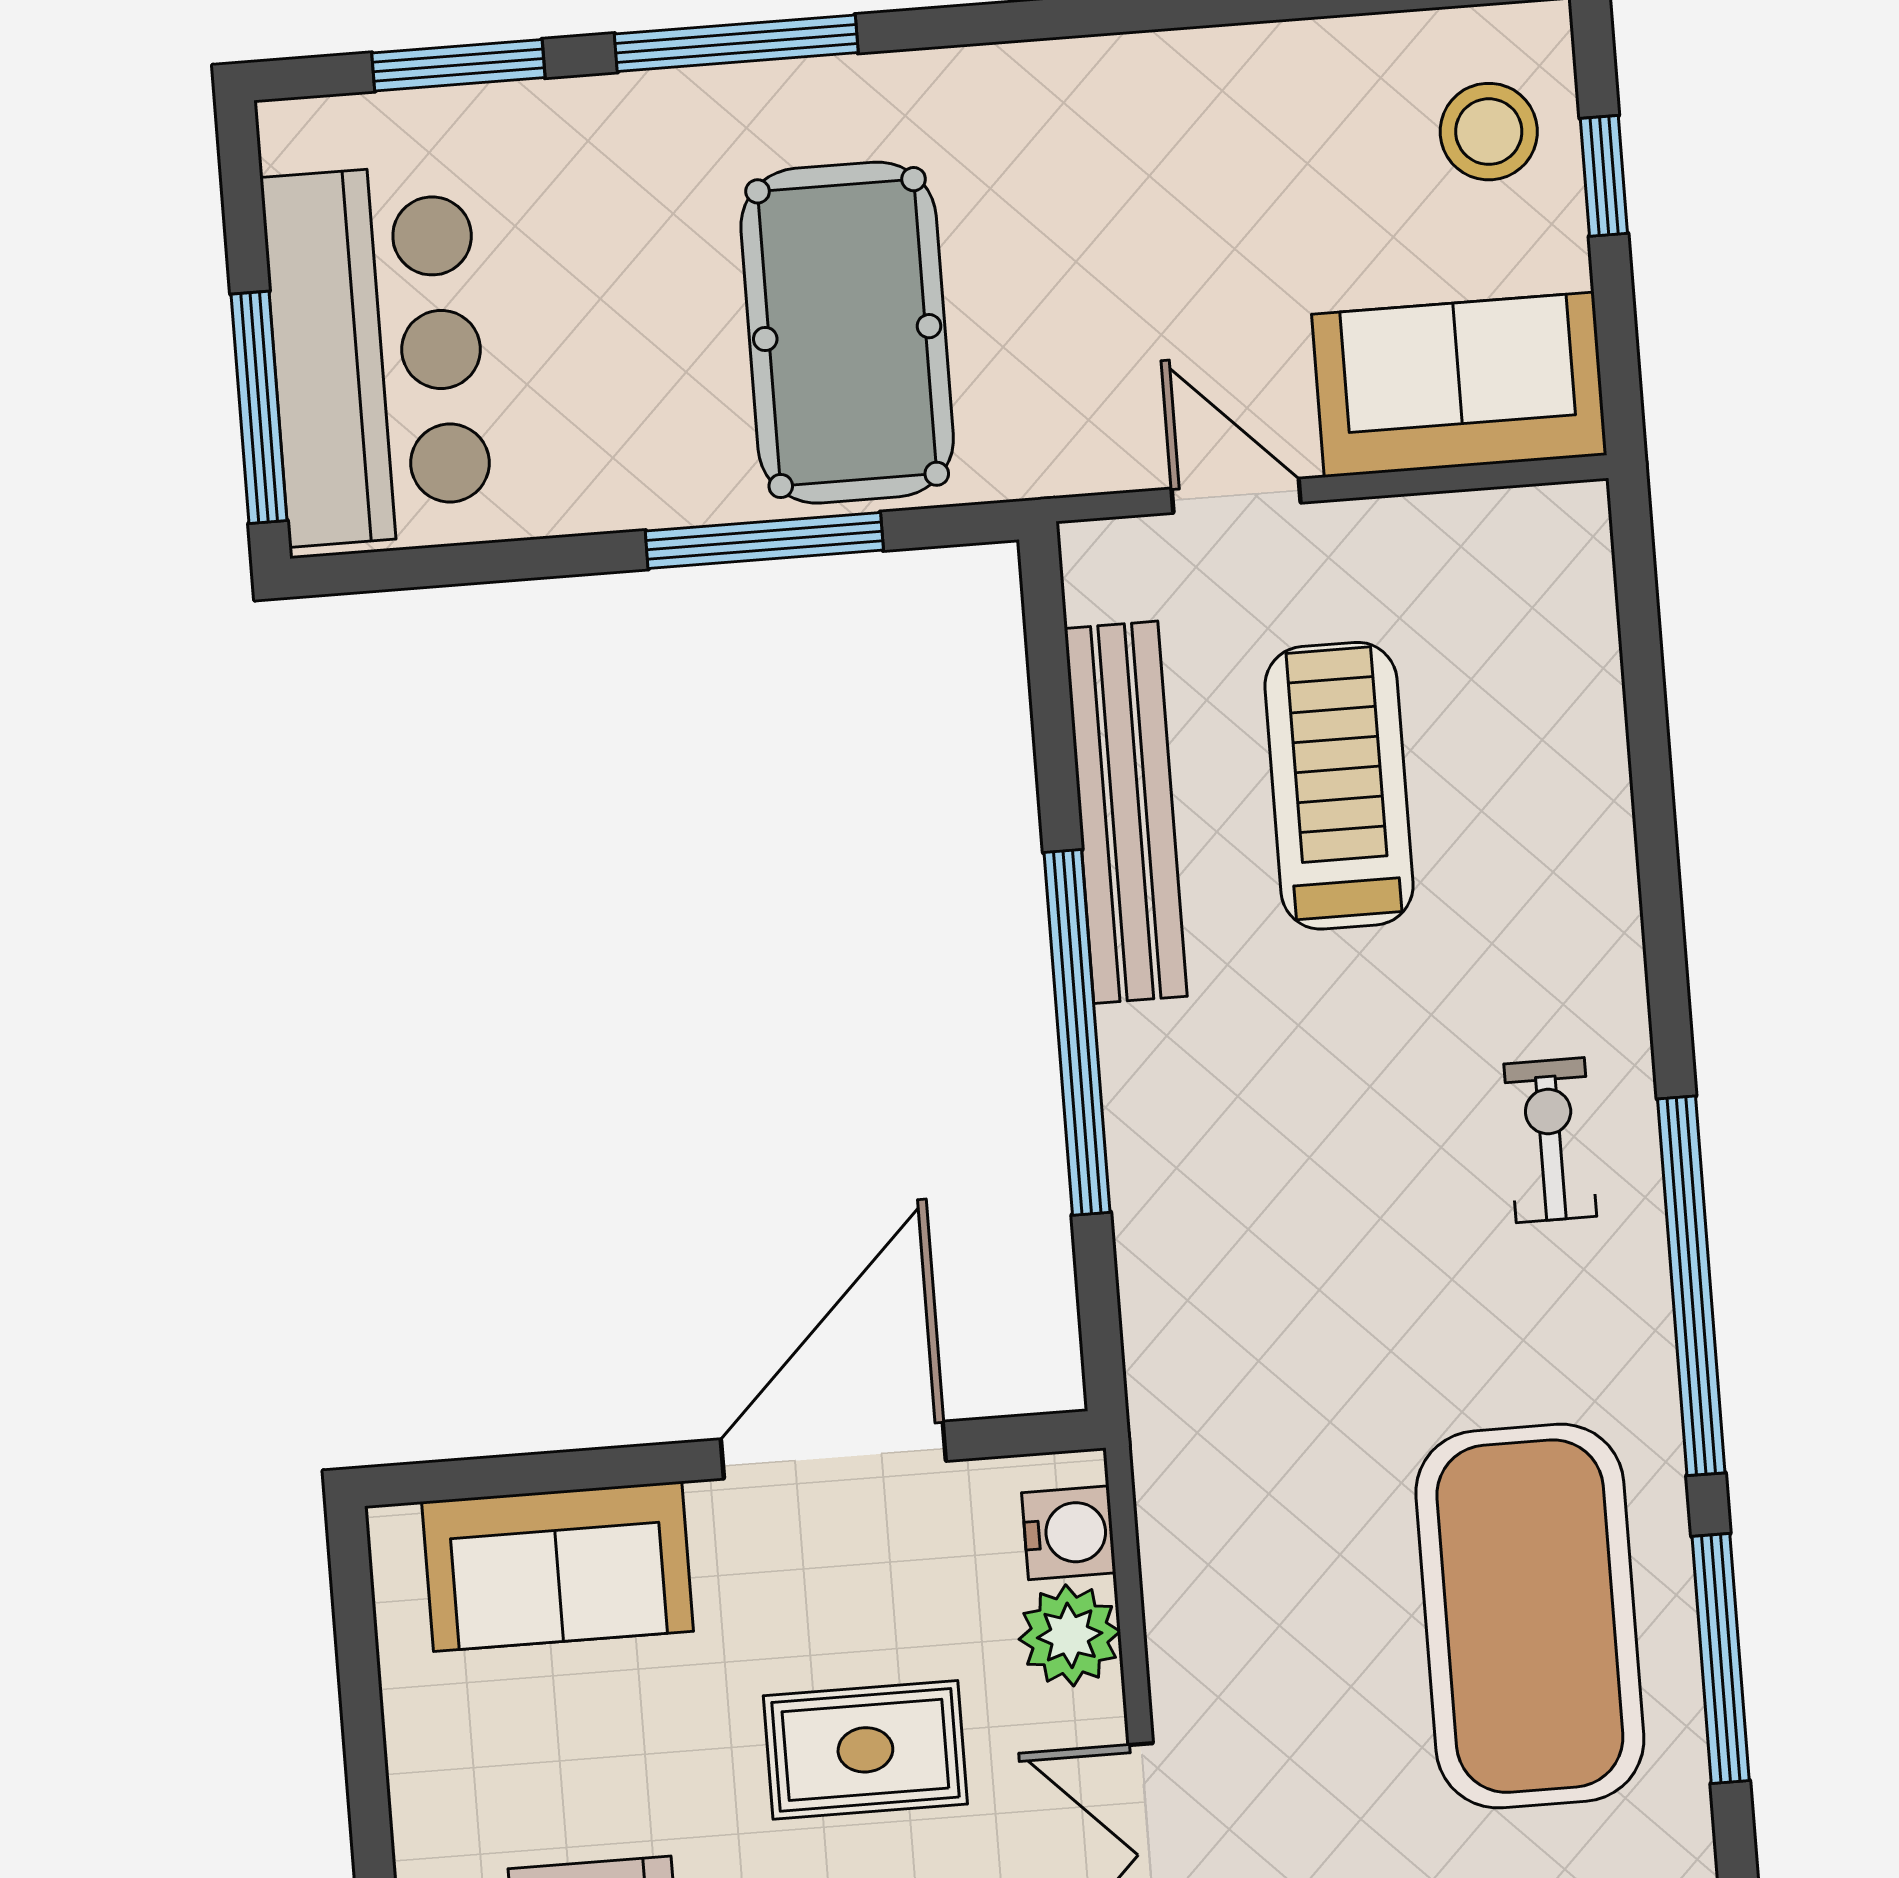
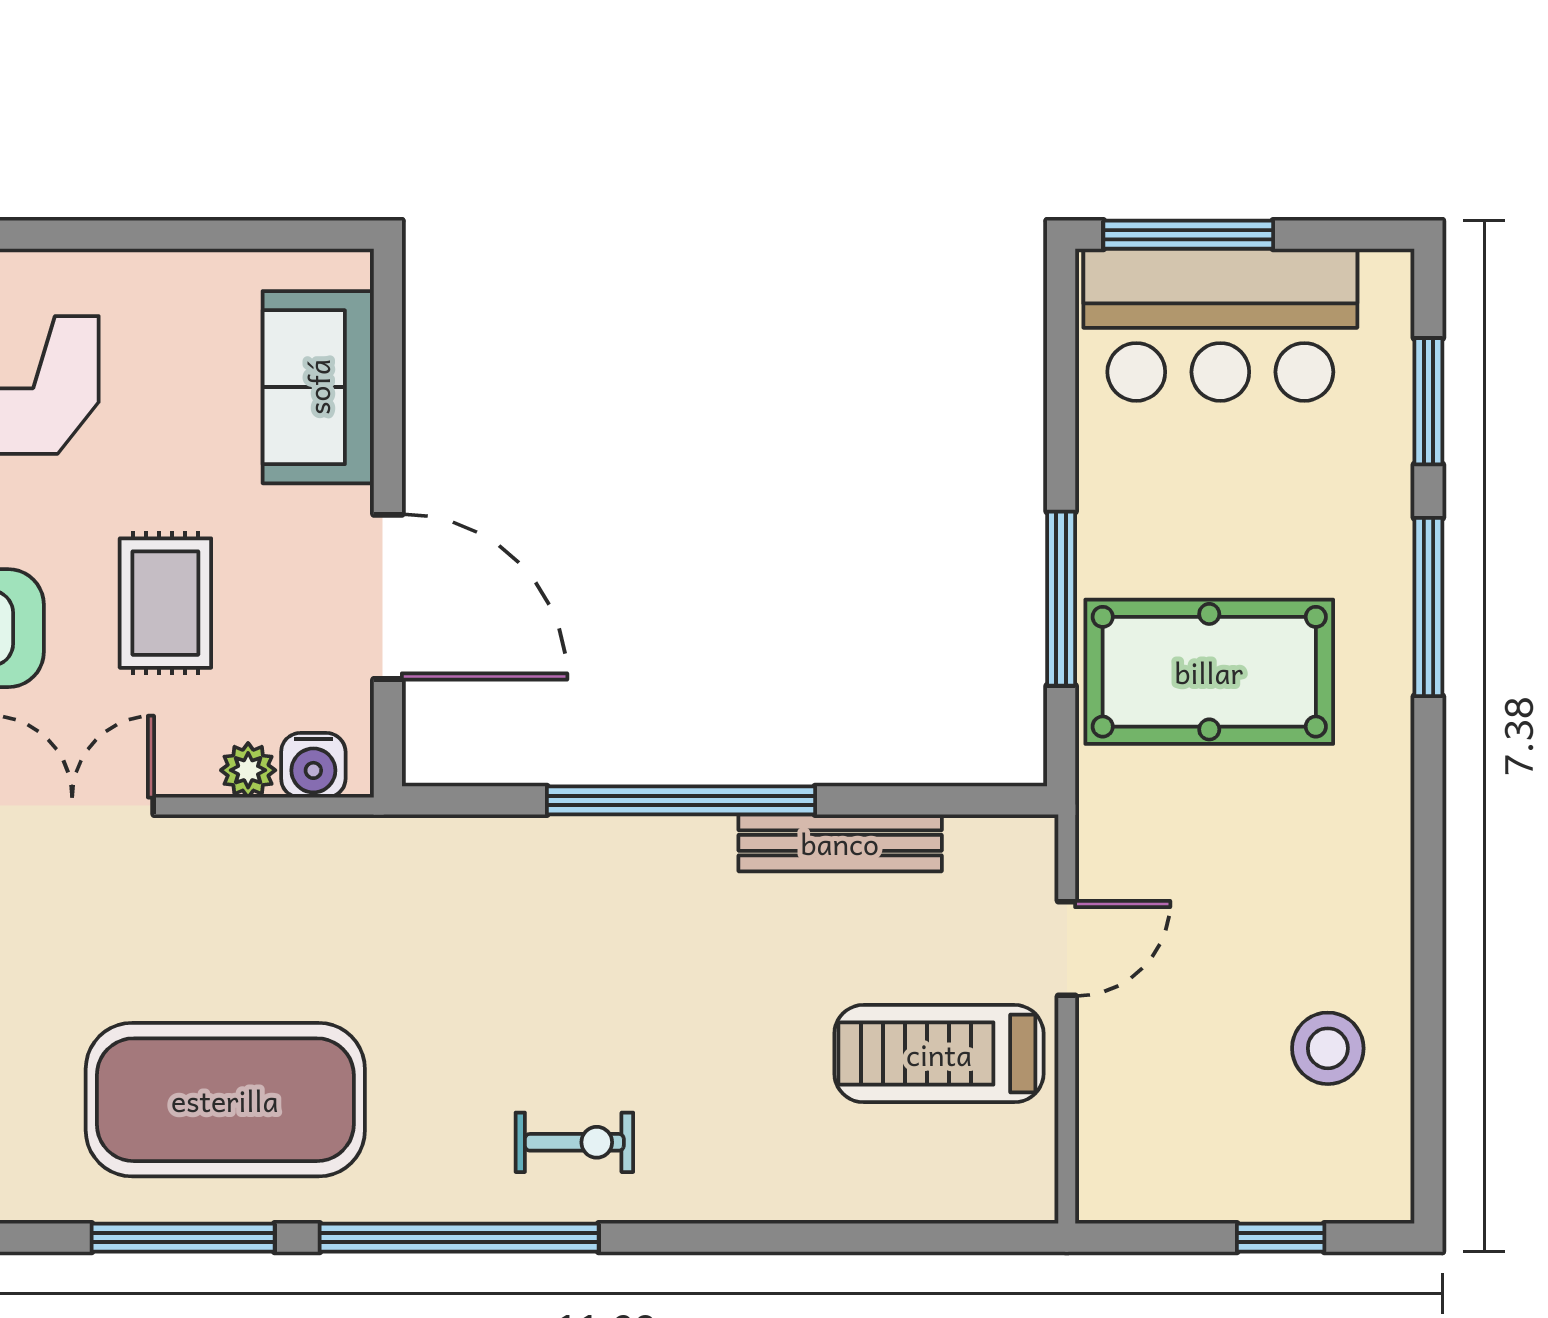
stool: (1489, 132) -> (1328, 1048), moved
sofa: (1459, 385) -> (1136, 1119), removed
treadmill: (1339, 786) -> (939, 1054), moved, turned 180
bench: (1126, 812) -> (840, 843), width x0.73, depth x0.82
plant: (1070, 1635) -> (248, 770), width x0.73, depth x0.73

